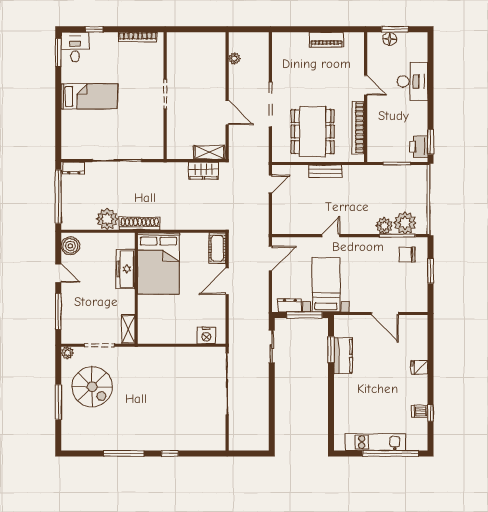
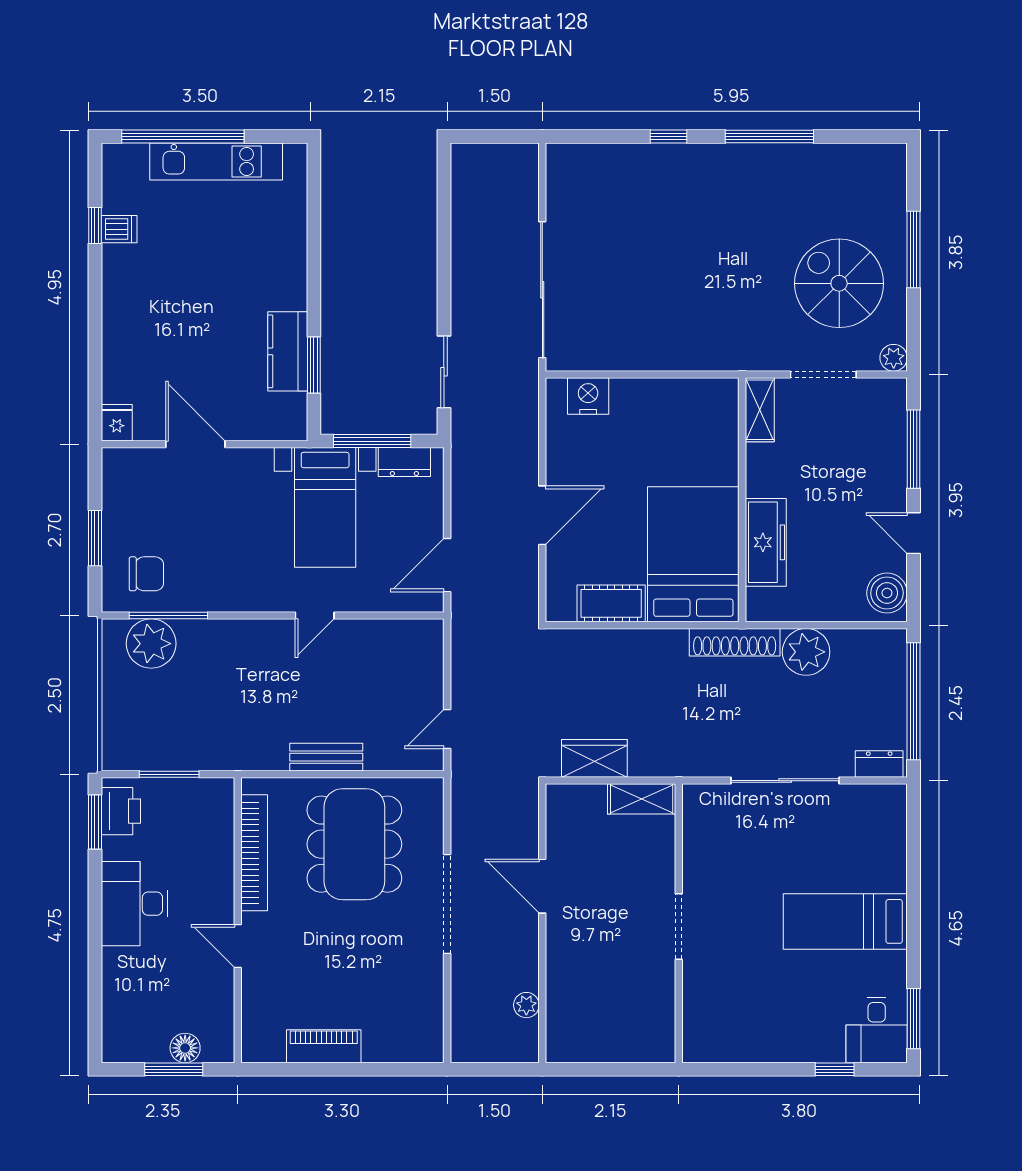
bookcase: (138, 37) -> (739, 1052), removed
desk: (413, 82) -> (134, 904), moved
shelving: (209, 152) -> (642, 799), moved
plant: (384, 226) -> (197, 637), removed
cot: (217, 248) -> (611, 603), moved, turned 90
fridge: (419, 367) -> (117, 423), moved, turned -90

